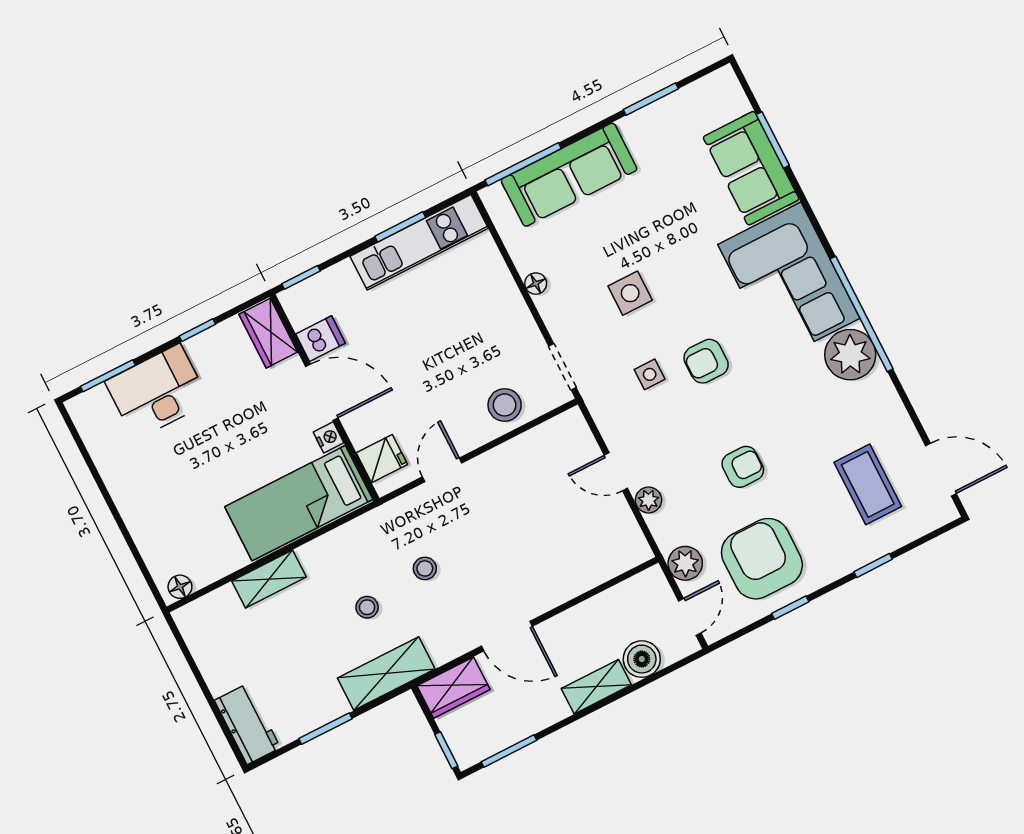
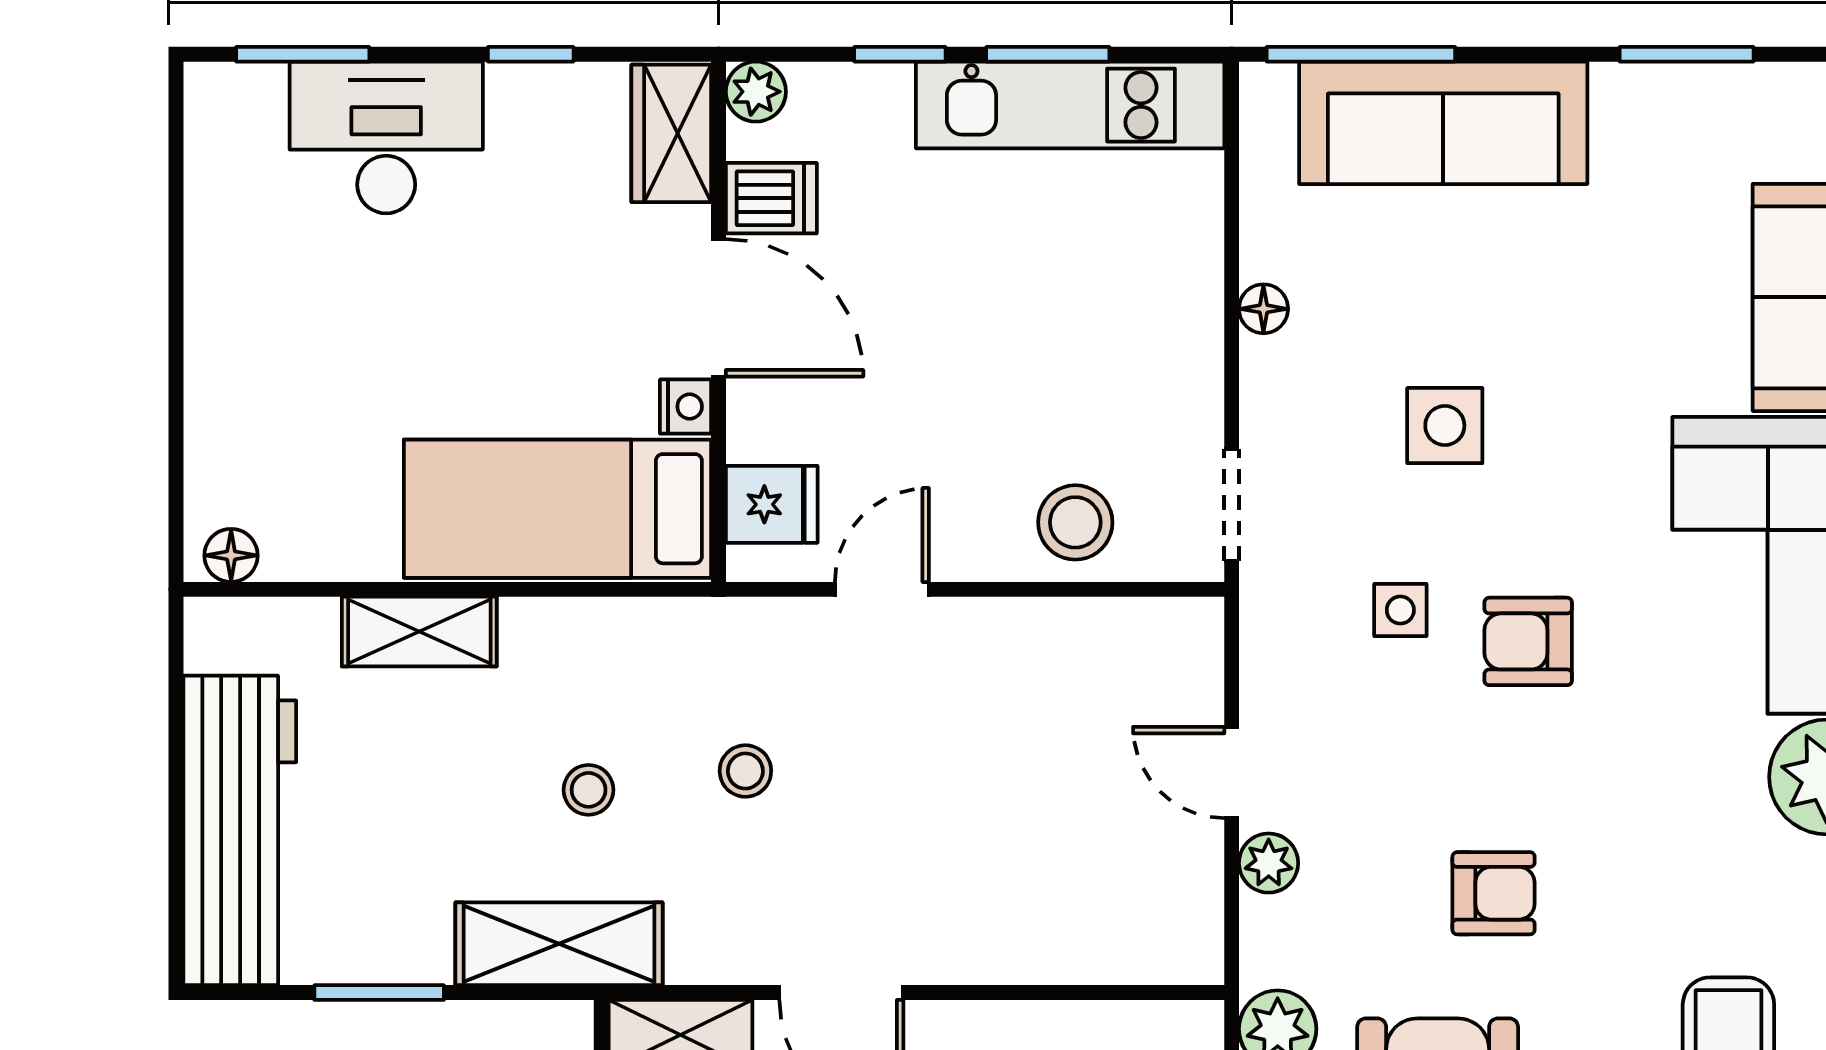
window: (301, 277) -> (900, 54), moved
plant: (293, 300) -> (756, 92), added
workbench: (247, 724) -> (240, 830), width x1.88, depth x1.32

